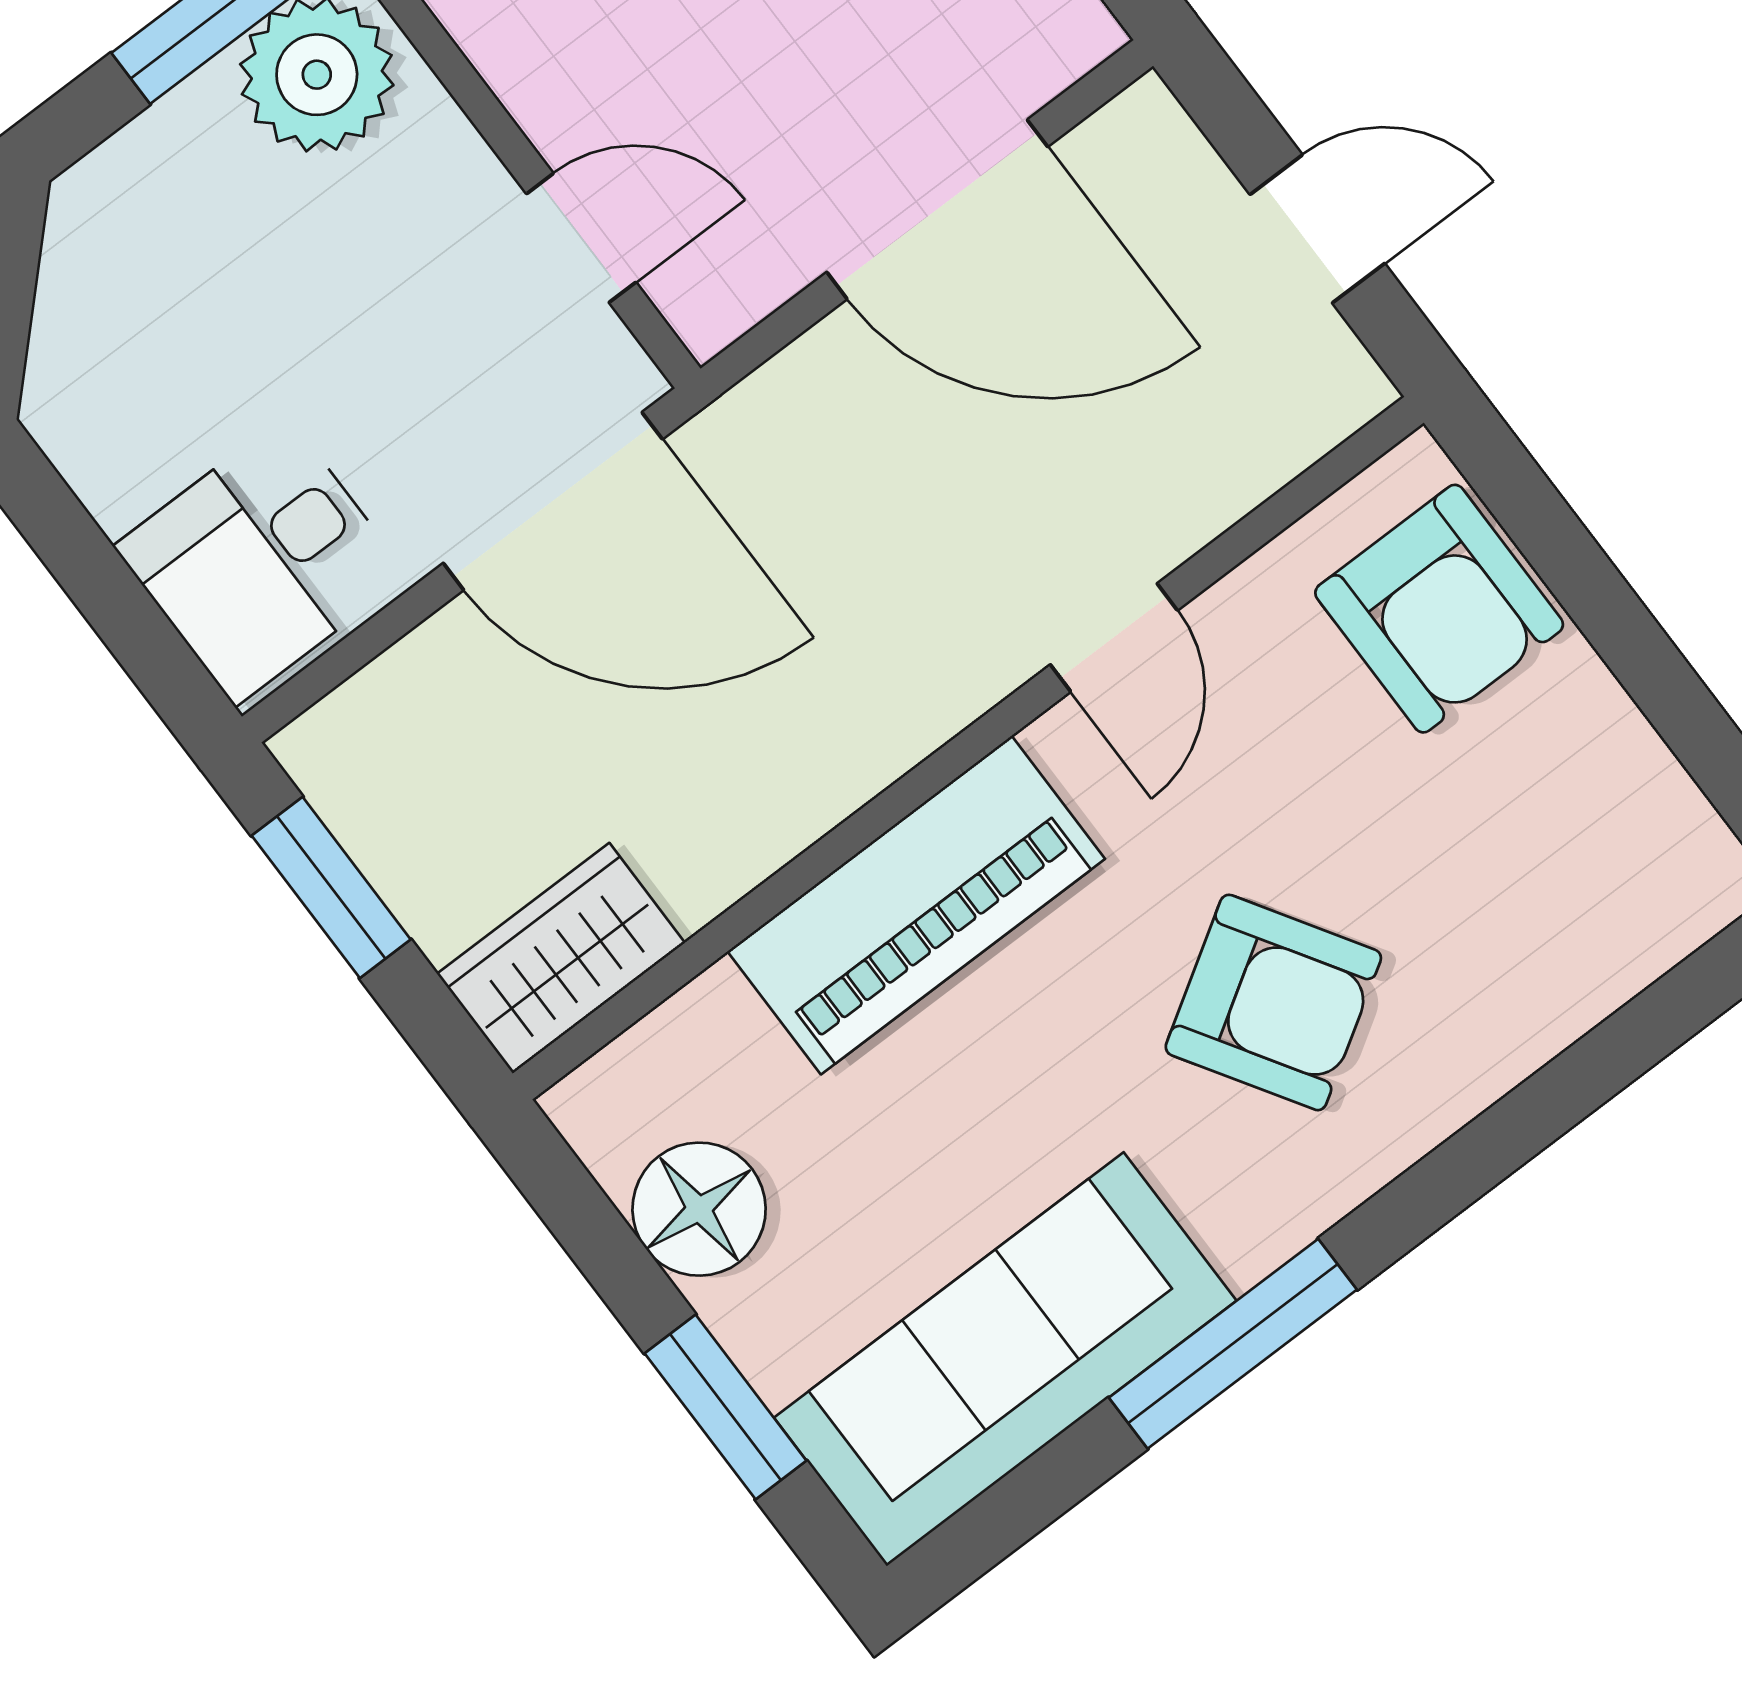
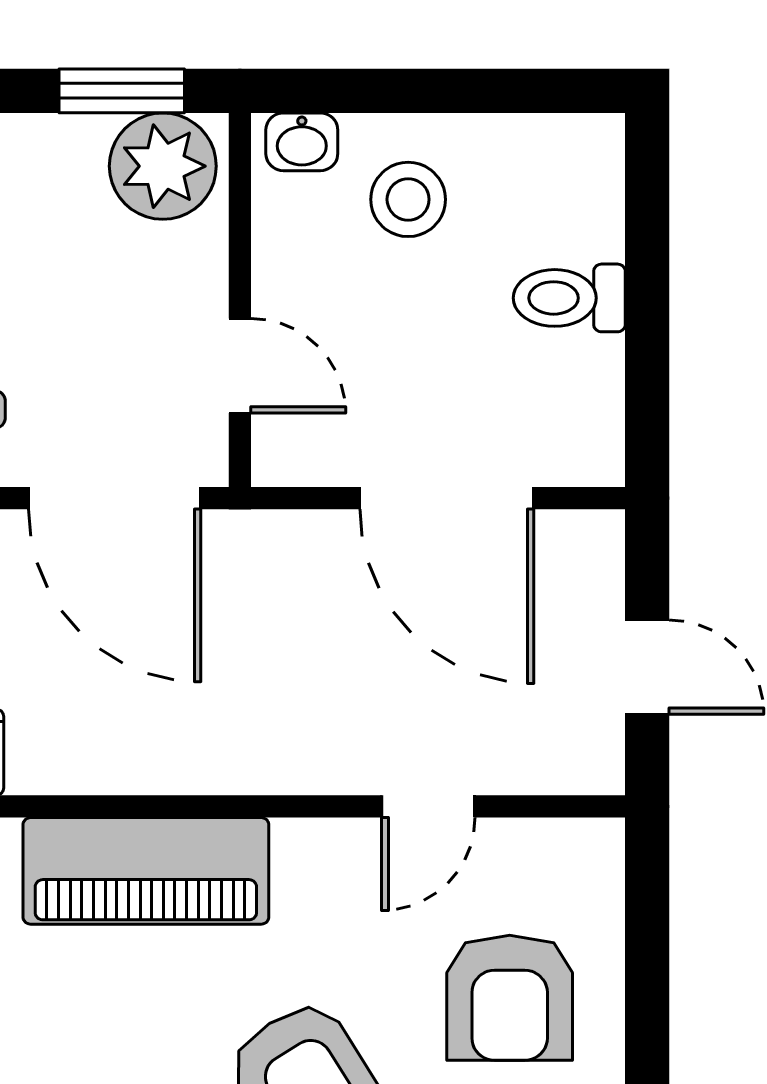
armchair: (1439, 609) -> (510, 998), moved
door: (1114, 637) -> (428, 806), moved

